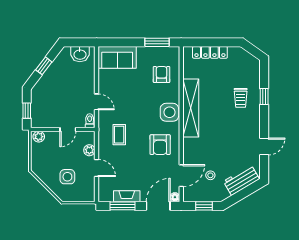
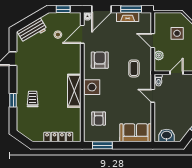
shelving: (191, 108) -> (74, 91), width x0.68

